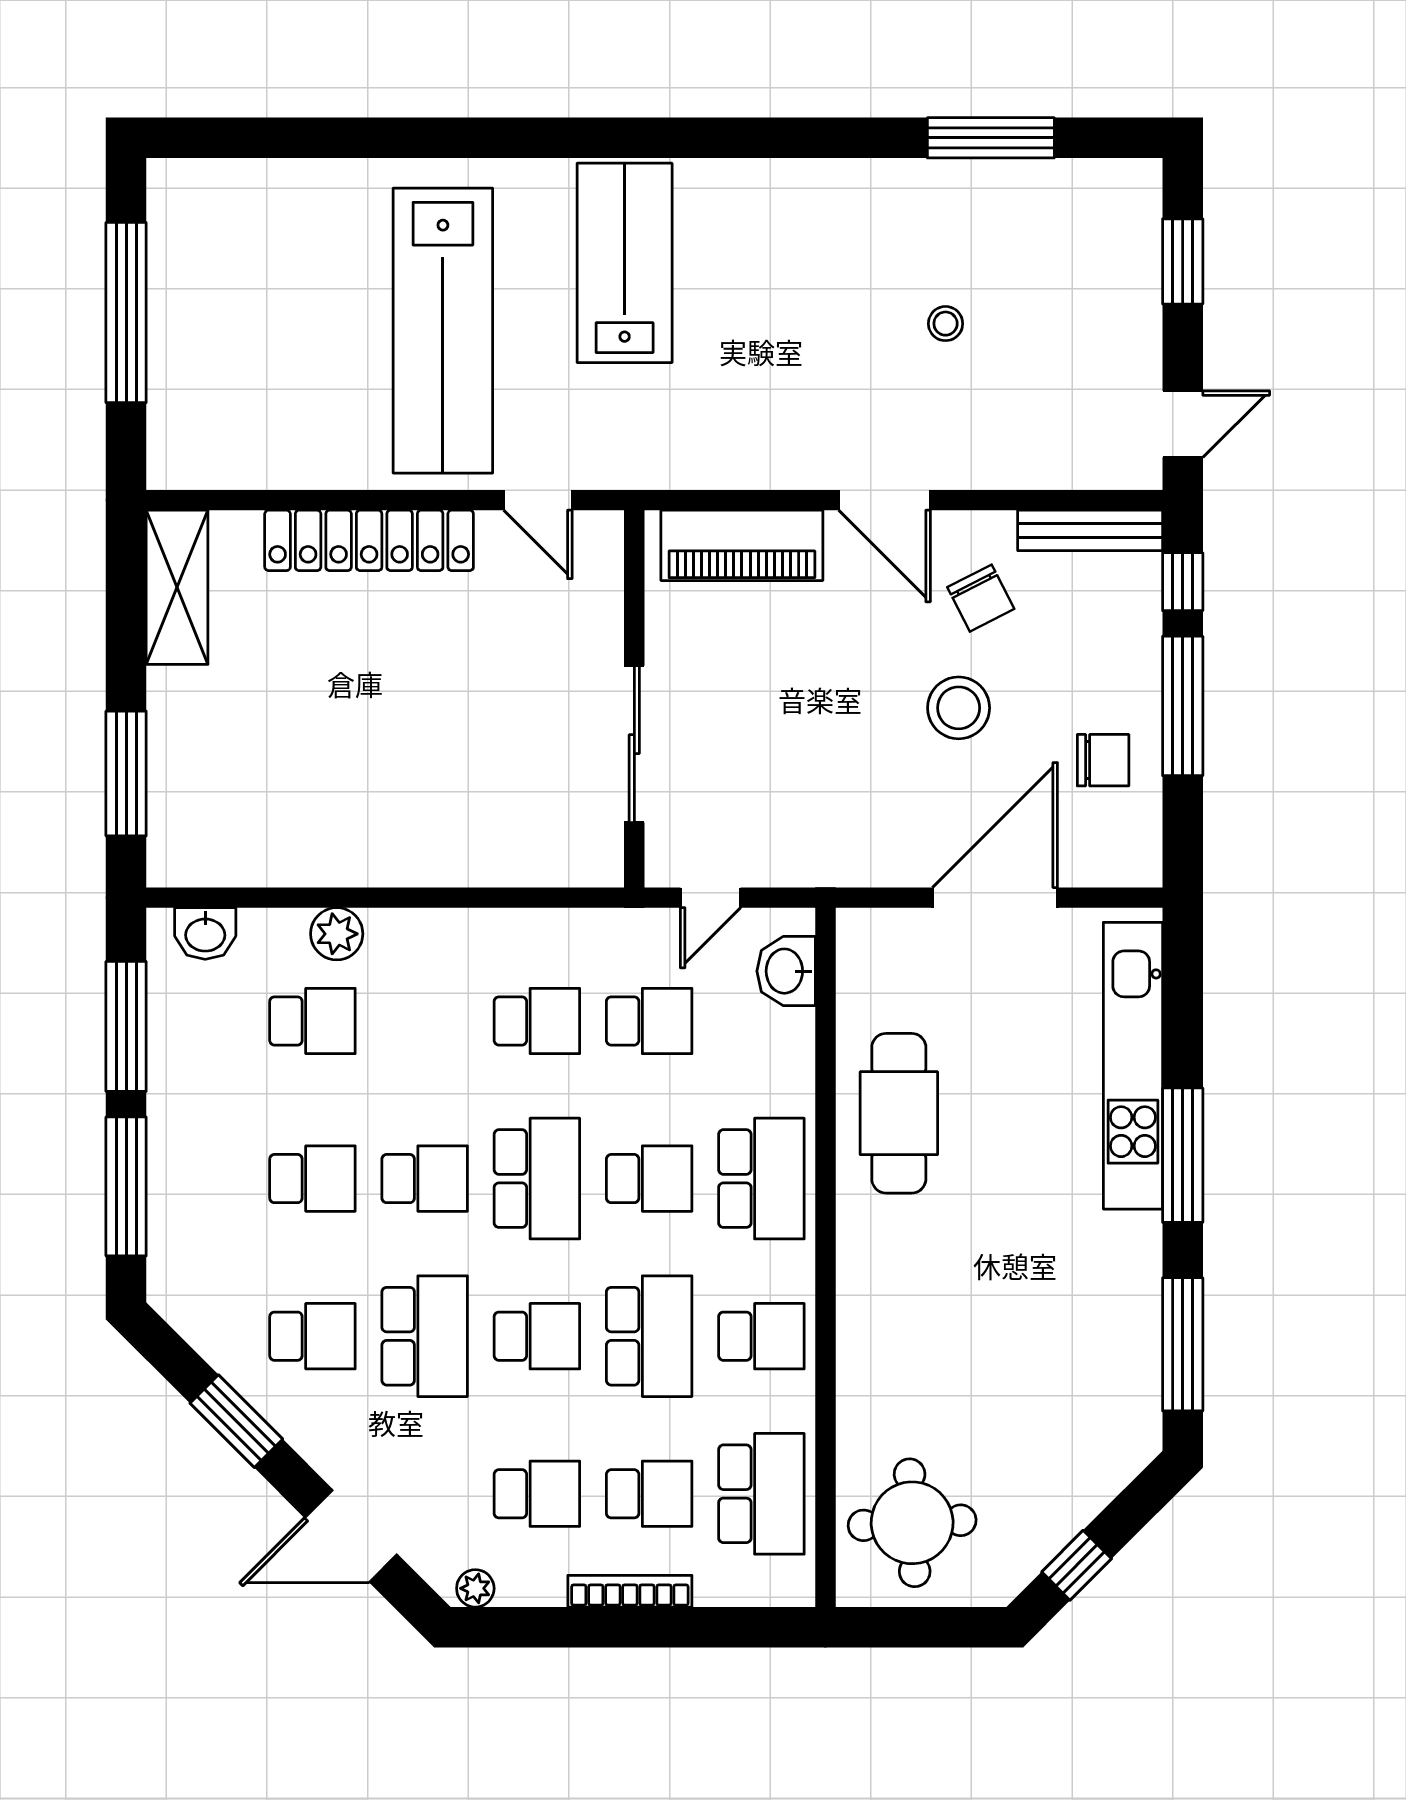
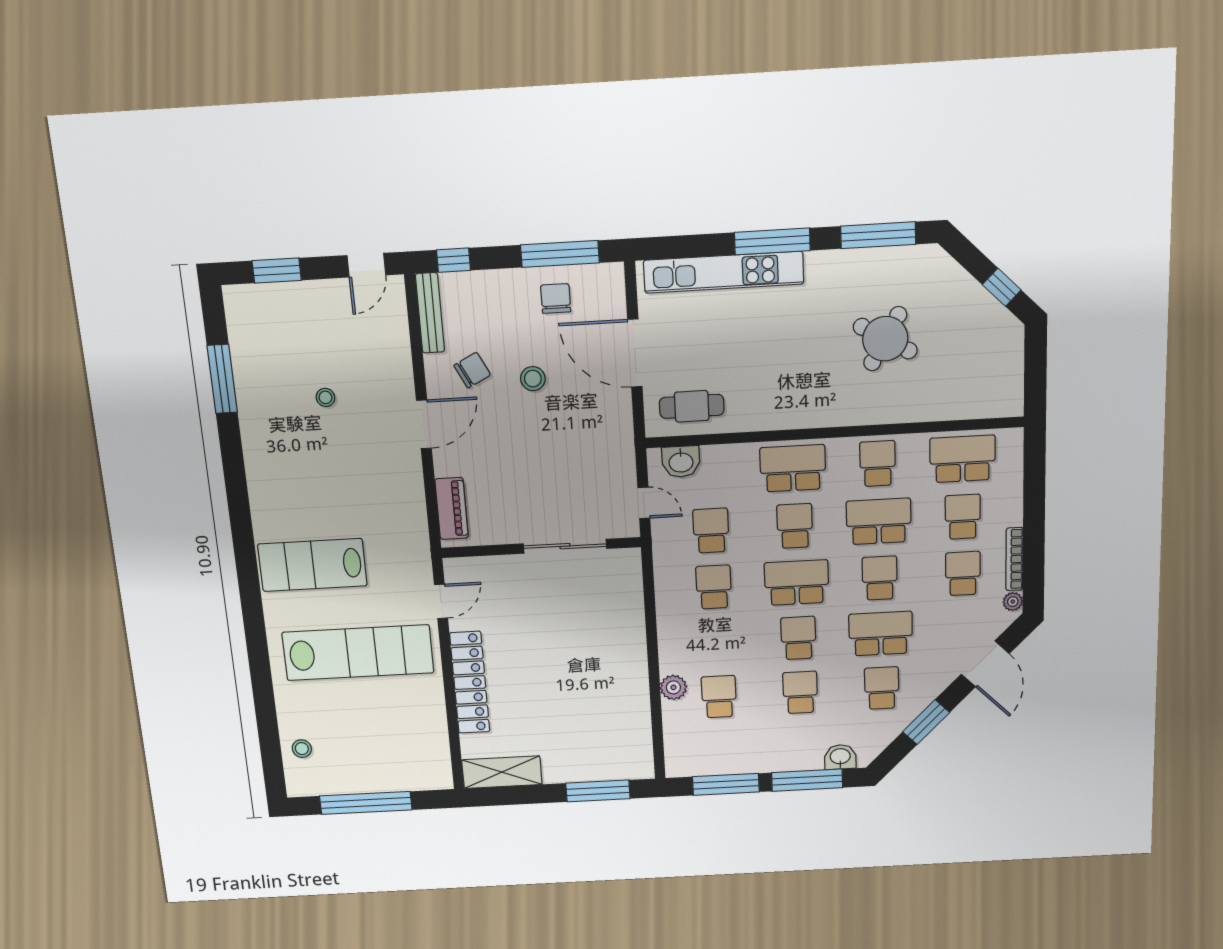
stool: (249, 199) -> (302, 749), added
door: (1183, 424) -> (366, 265), swing flipped
piano: (742, 545) -> (452, 509), width x0.73, depth x0.75
window: (1183, 706) -> (560, 254), moved
stool: (959, 708) -> (533, 379), width x0.73, depth x0.73
washbasin: (205, 933) -> (840, 757), moved, turned -90
cafe table: (899, 1113) -> (692, 406), moved, width x0.73, depth x0.74
round table: (912, 1523) -> (885, 339), moved, turned 33
bookcase: (630, 1591) -> (1015, 559), moved

